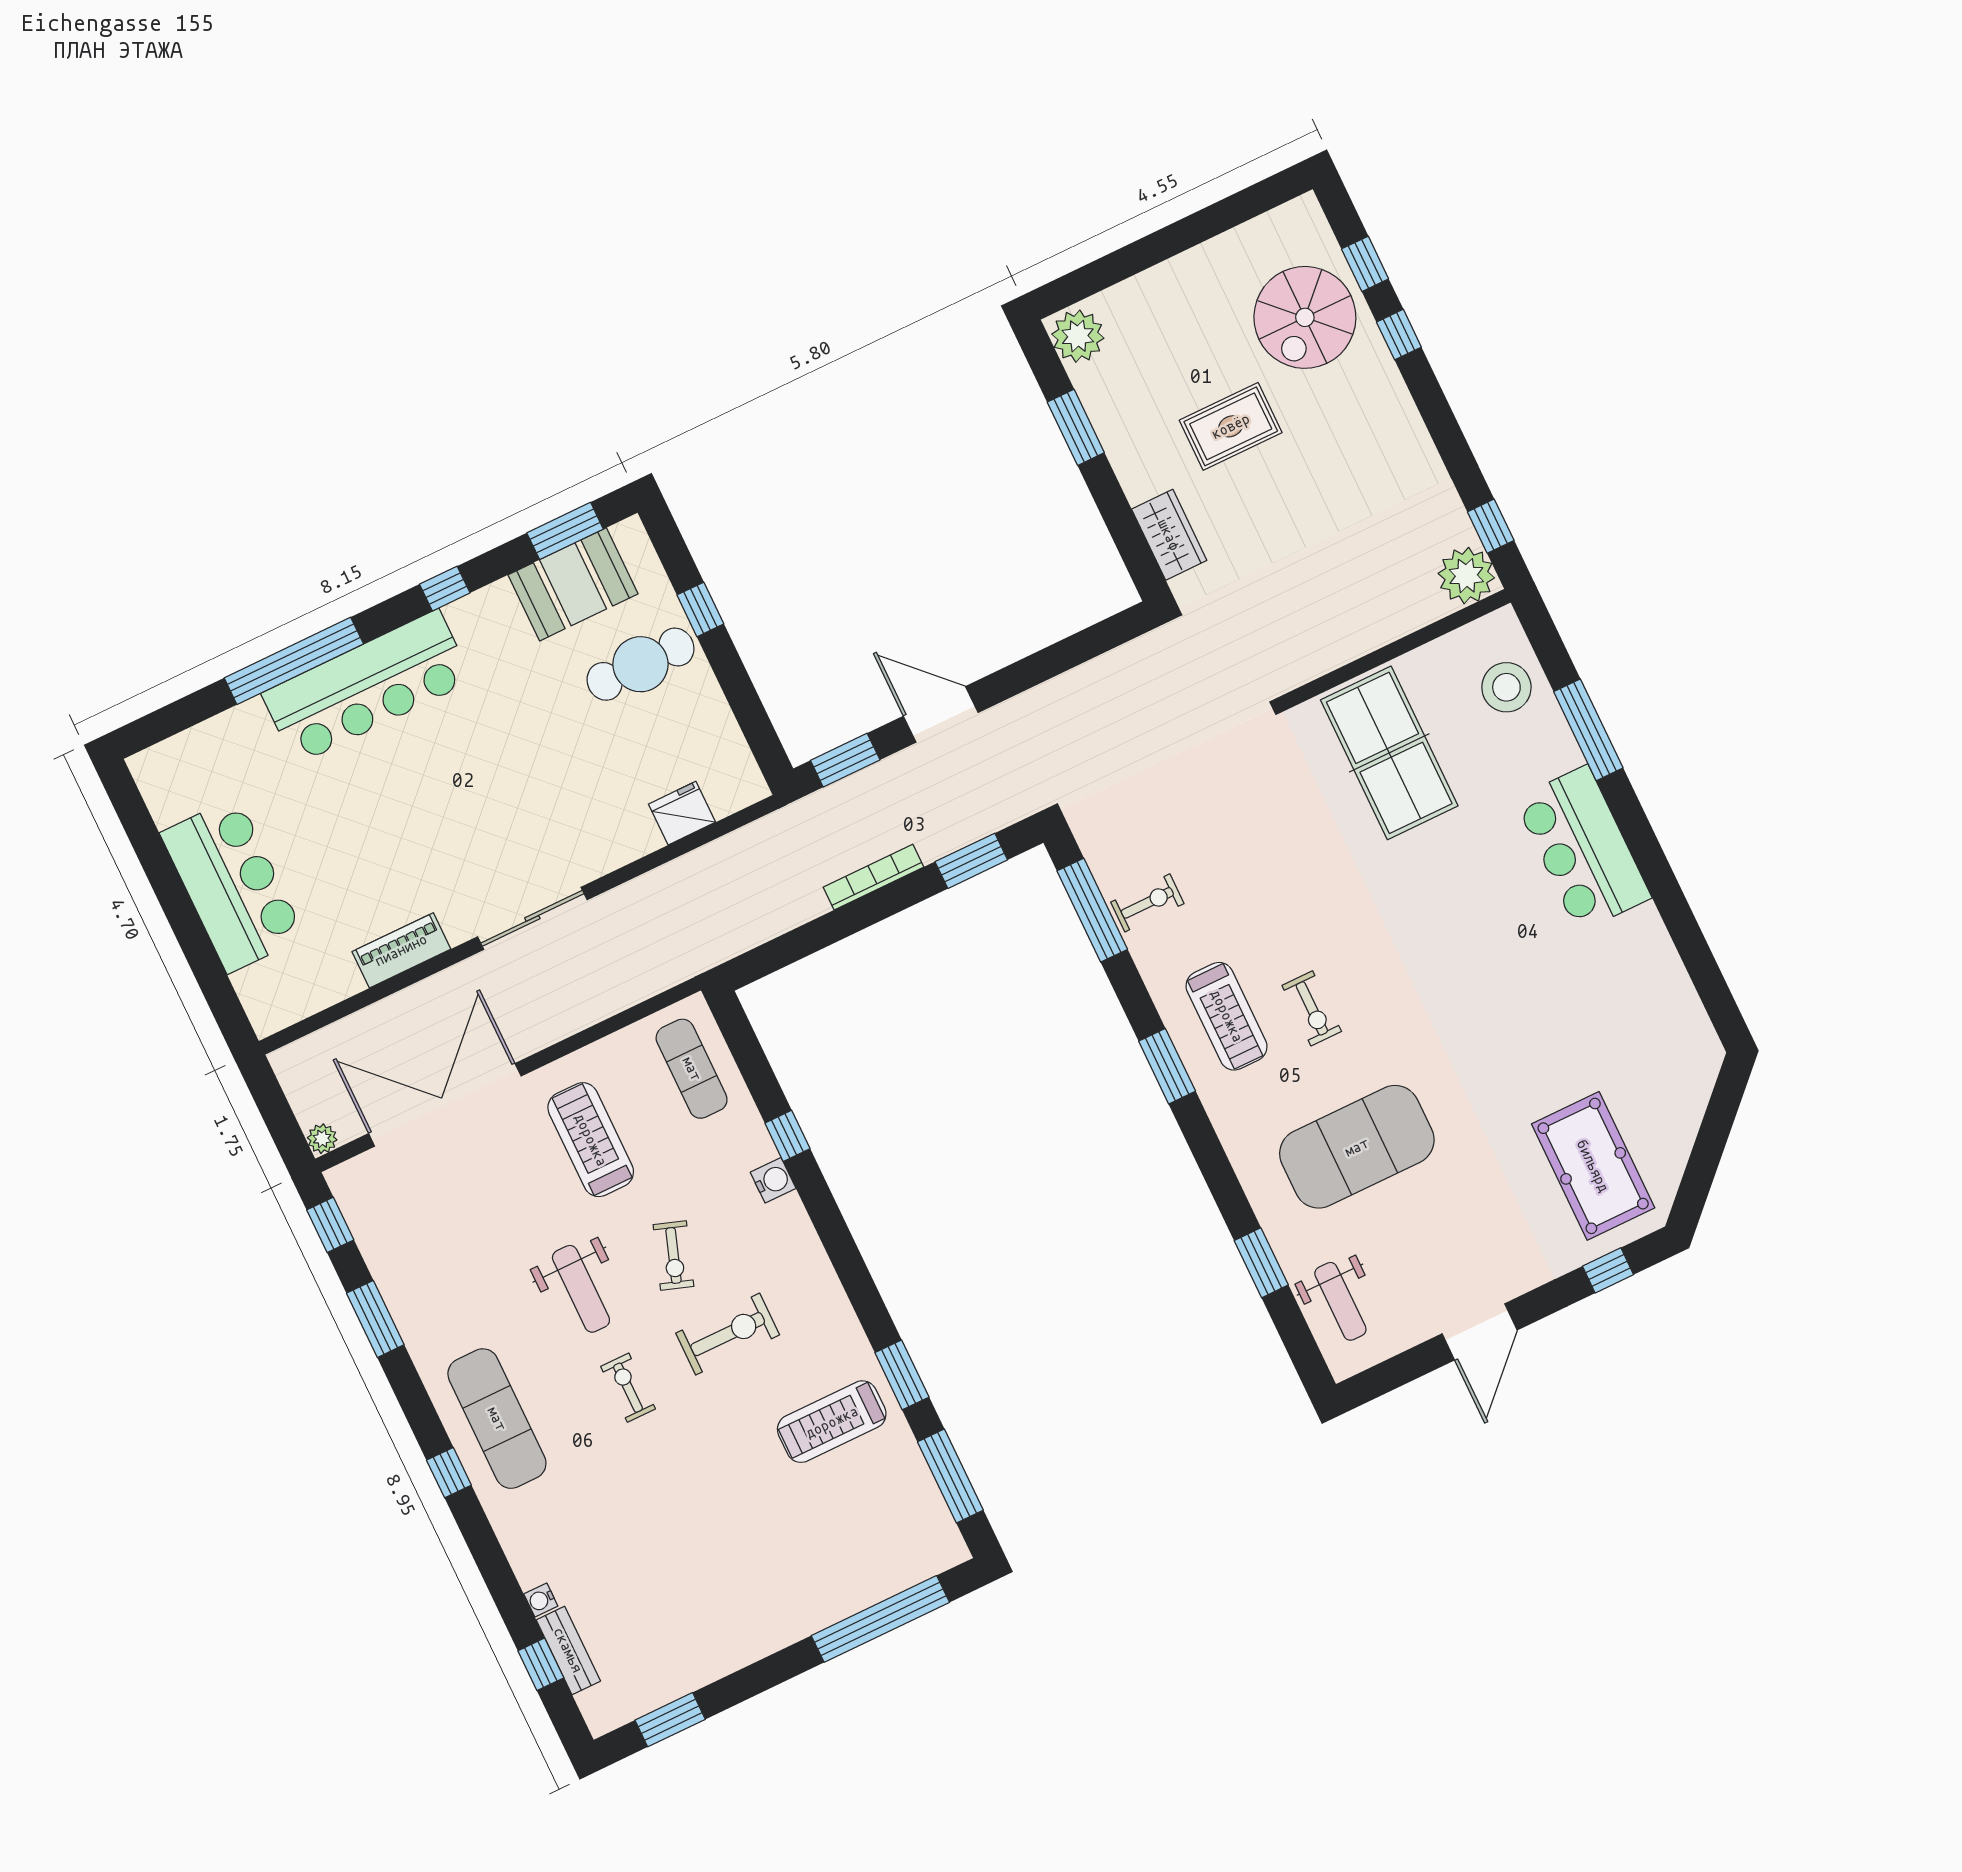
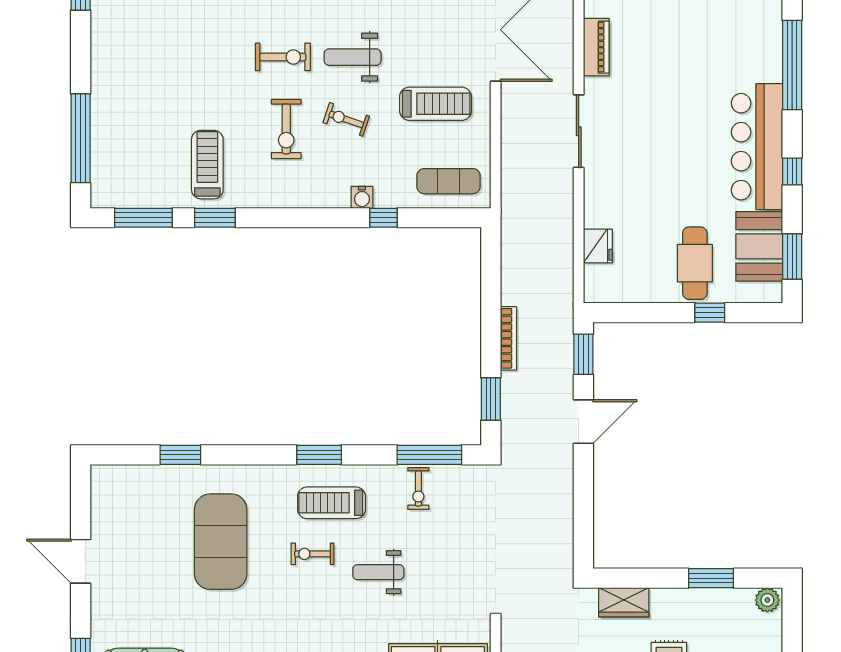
plant: (1078, 336) -> (767, 600), width x0.73, depth x0.73
bar counter: (367, 687) -> (757, 147), moved
weight bench: (1340, 1301) -> (378, 572), moved
exercise bike: (628, 1388) -> (283, 57), width x1.38, depth x1.39

